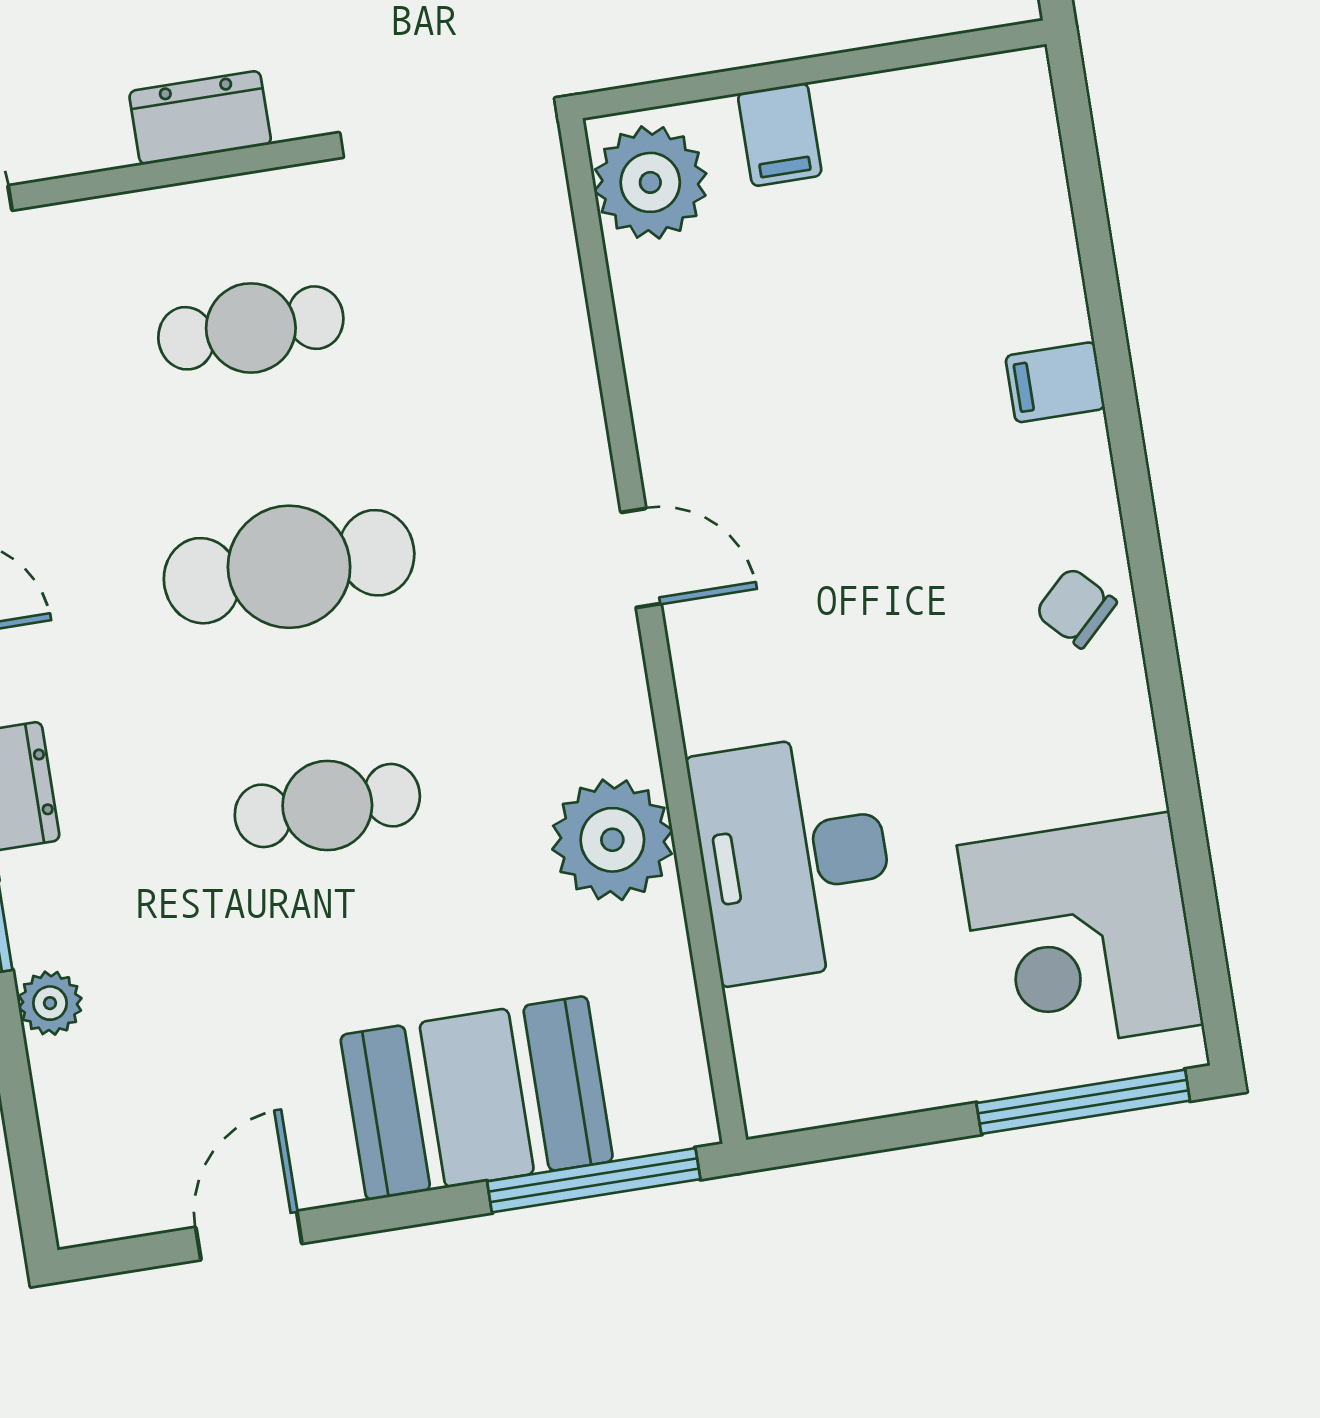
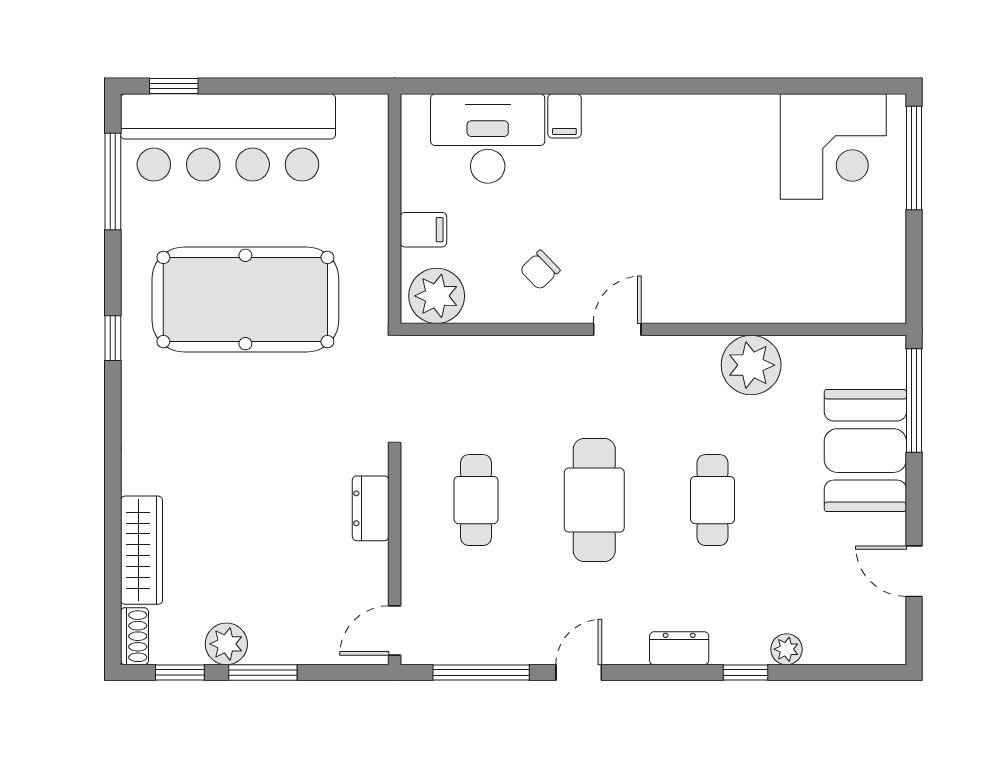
chair: (1076, 608) -> (540, 270), moved
desk: (794, 858) -> (488, 138), moved, turned 180

